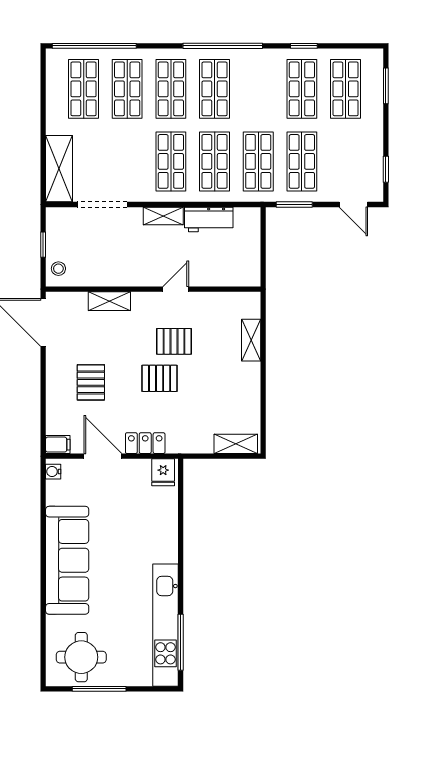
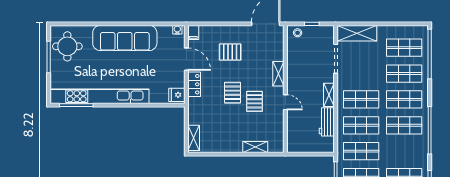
shelving: (109, 301) -> (278, 74), moved
door: (103, 456) -> (186, 59), hinge flipped
kitchen unit: (165, 625) -> (99, 96), width x1.36

